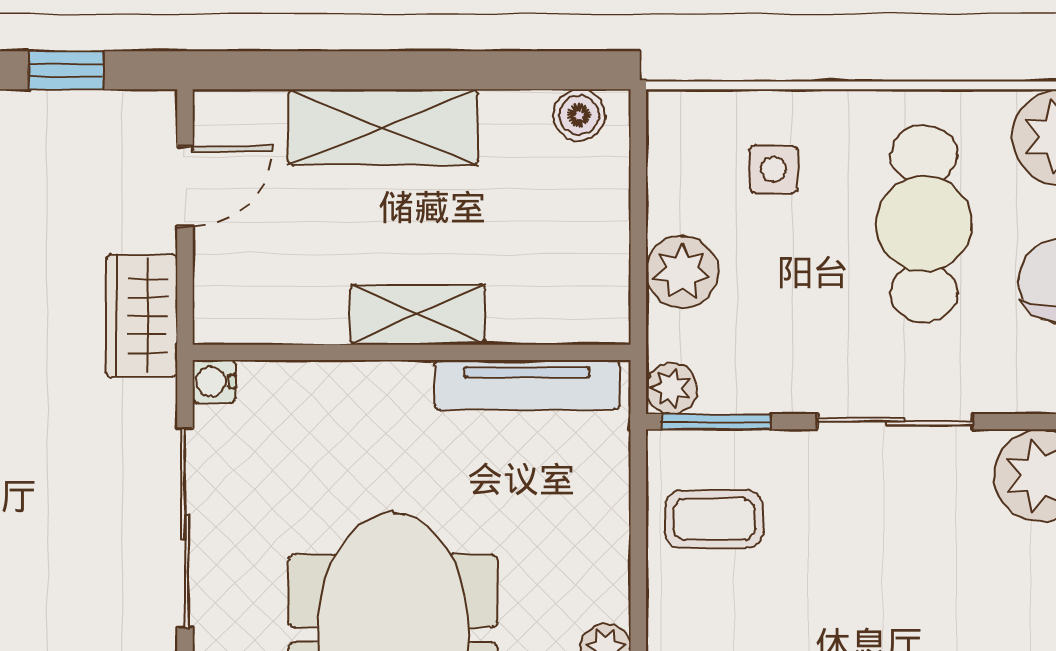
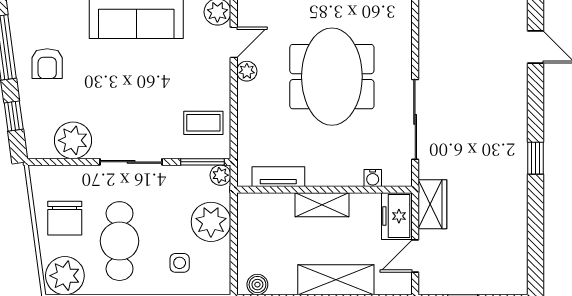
plant: (682, 272) -> (211, 222), width x1.36, depth x1.36
freezer: (231, 286) -> (397, 216), added
water cooler: (214, 381) -> (373, 178), moved, turned 90
tv unit: (527, 385) -> (278, 177), width x0.71

